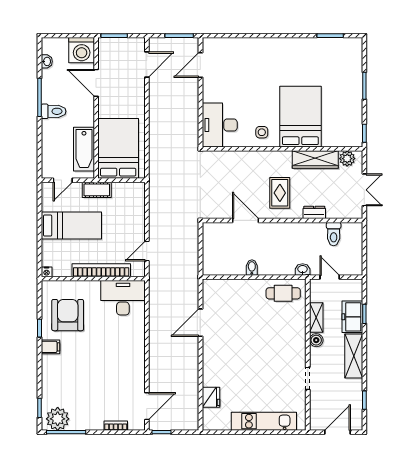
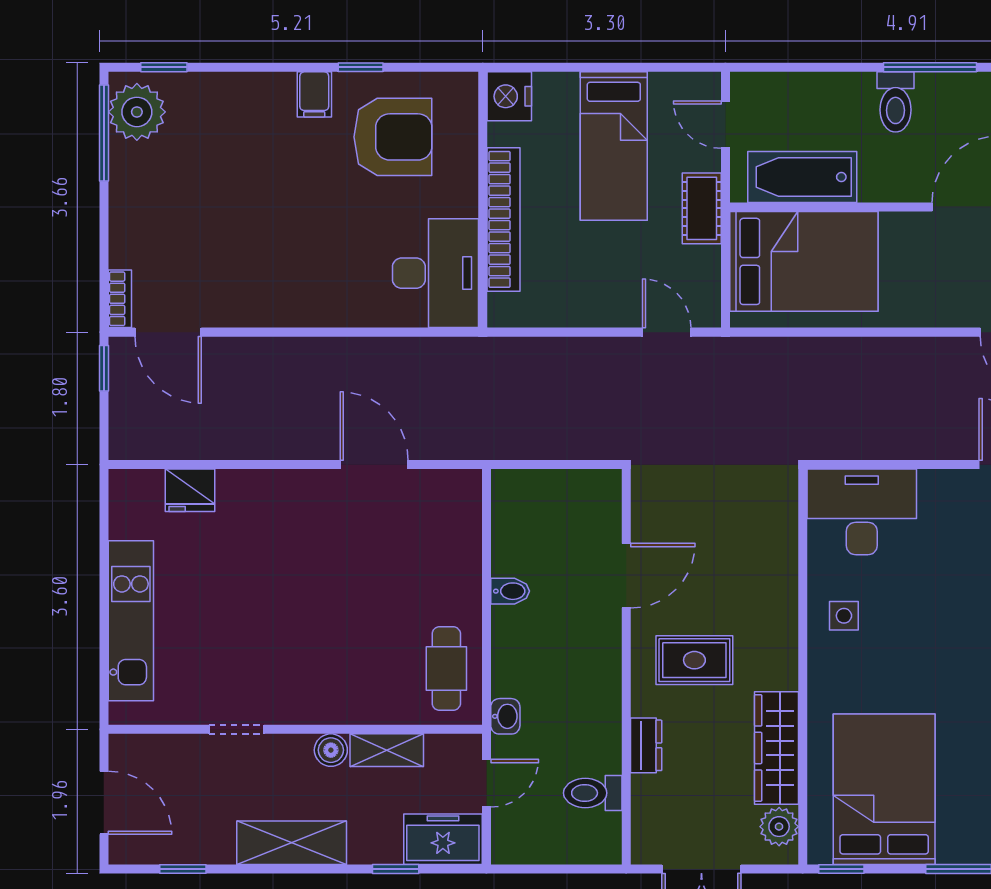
bed: (300, 117) -> (884, 789), moved, turned -90
door: (147, 251) -> (667, 332), moved
nightstand: (47, 272) -> (509, 96), width x1.89, depth x1.79
freezer: (352, 317) -> (443, 839), moved
bookcase: (116, 426) -> (120, 299), moved

